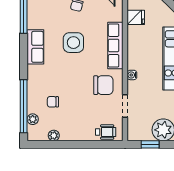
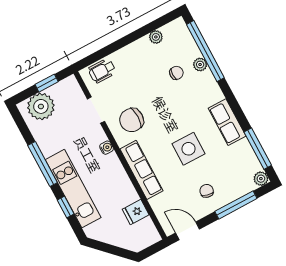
plant: (33, 119) -> (200, 65), moved

